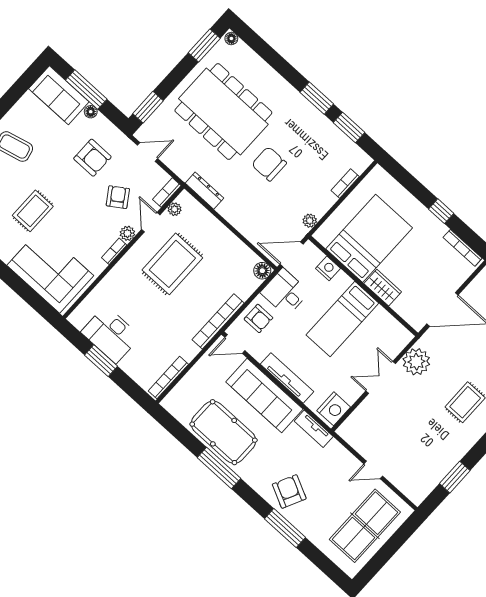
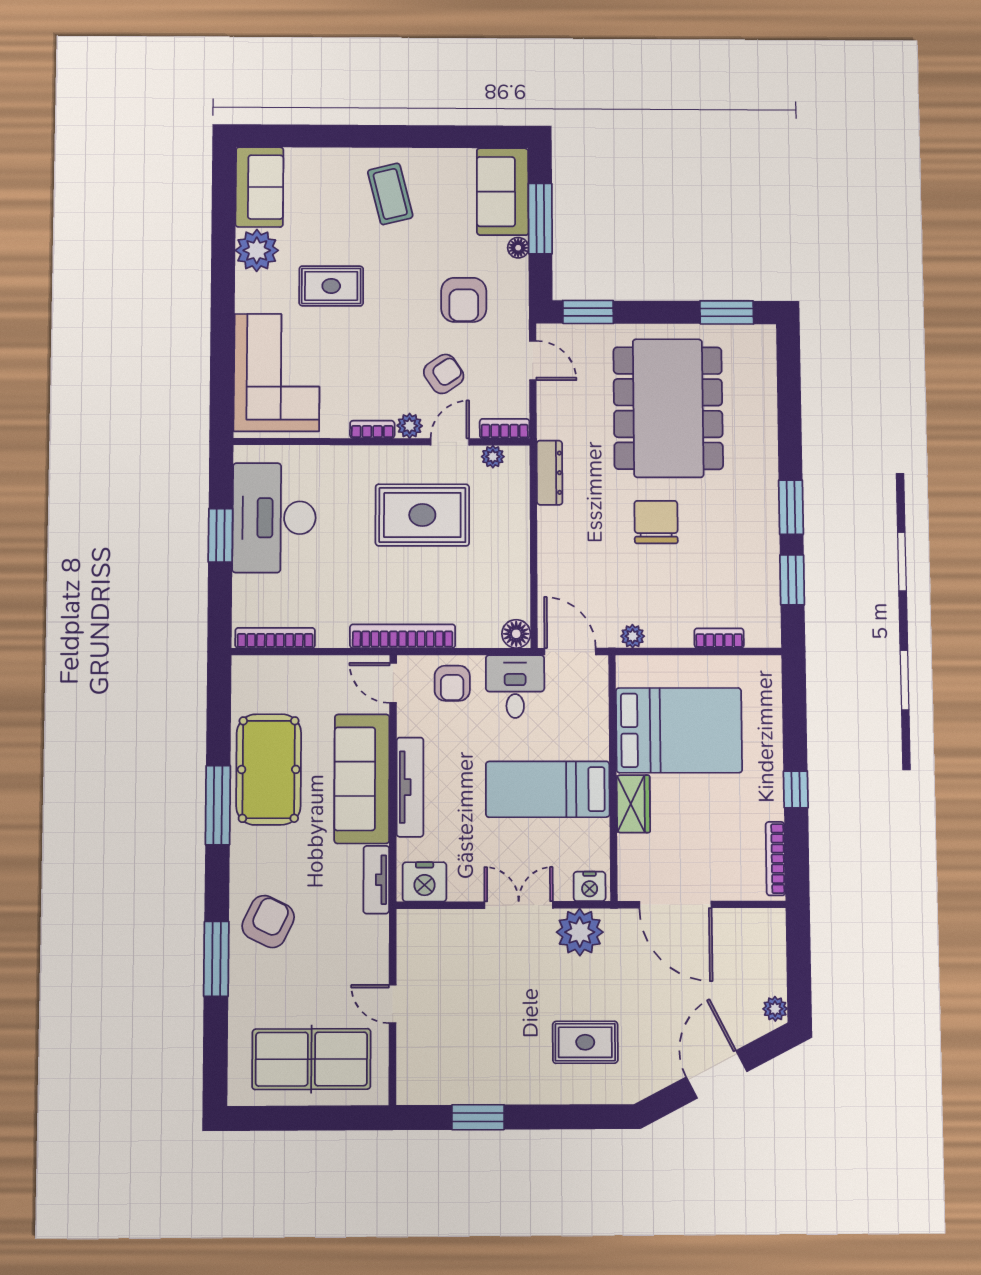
floor lamp: (231, 39) -> (766, 338), removed
nightstand: (328, 268) -> (590, 886), moved, turned 90
desk: (111, 334) -> (274, 518), width x1.36, depth x1.30

